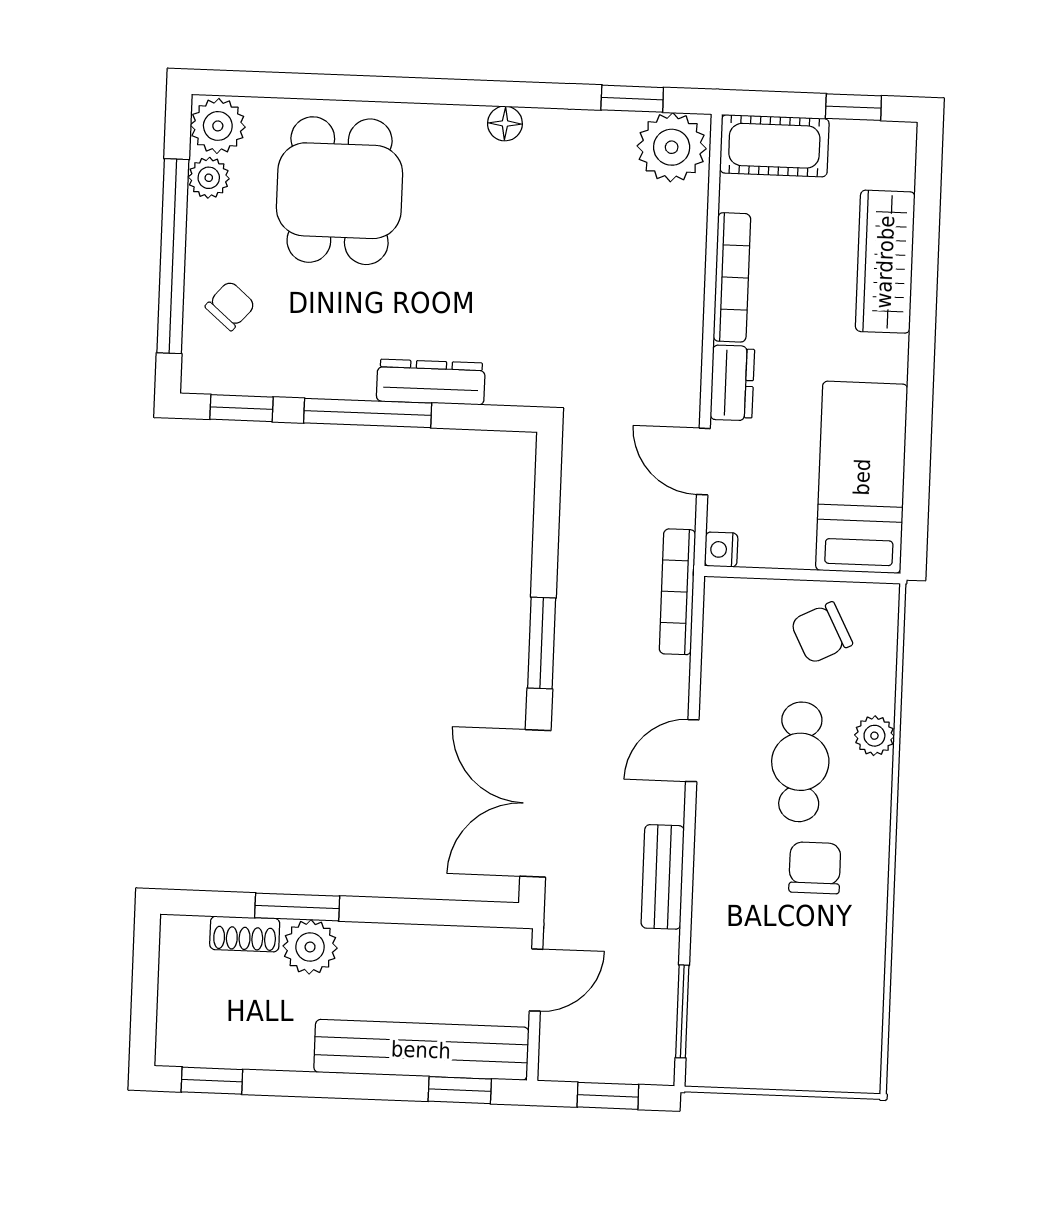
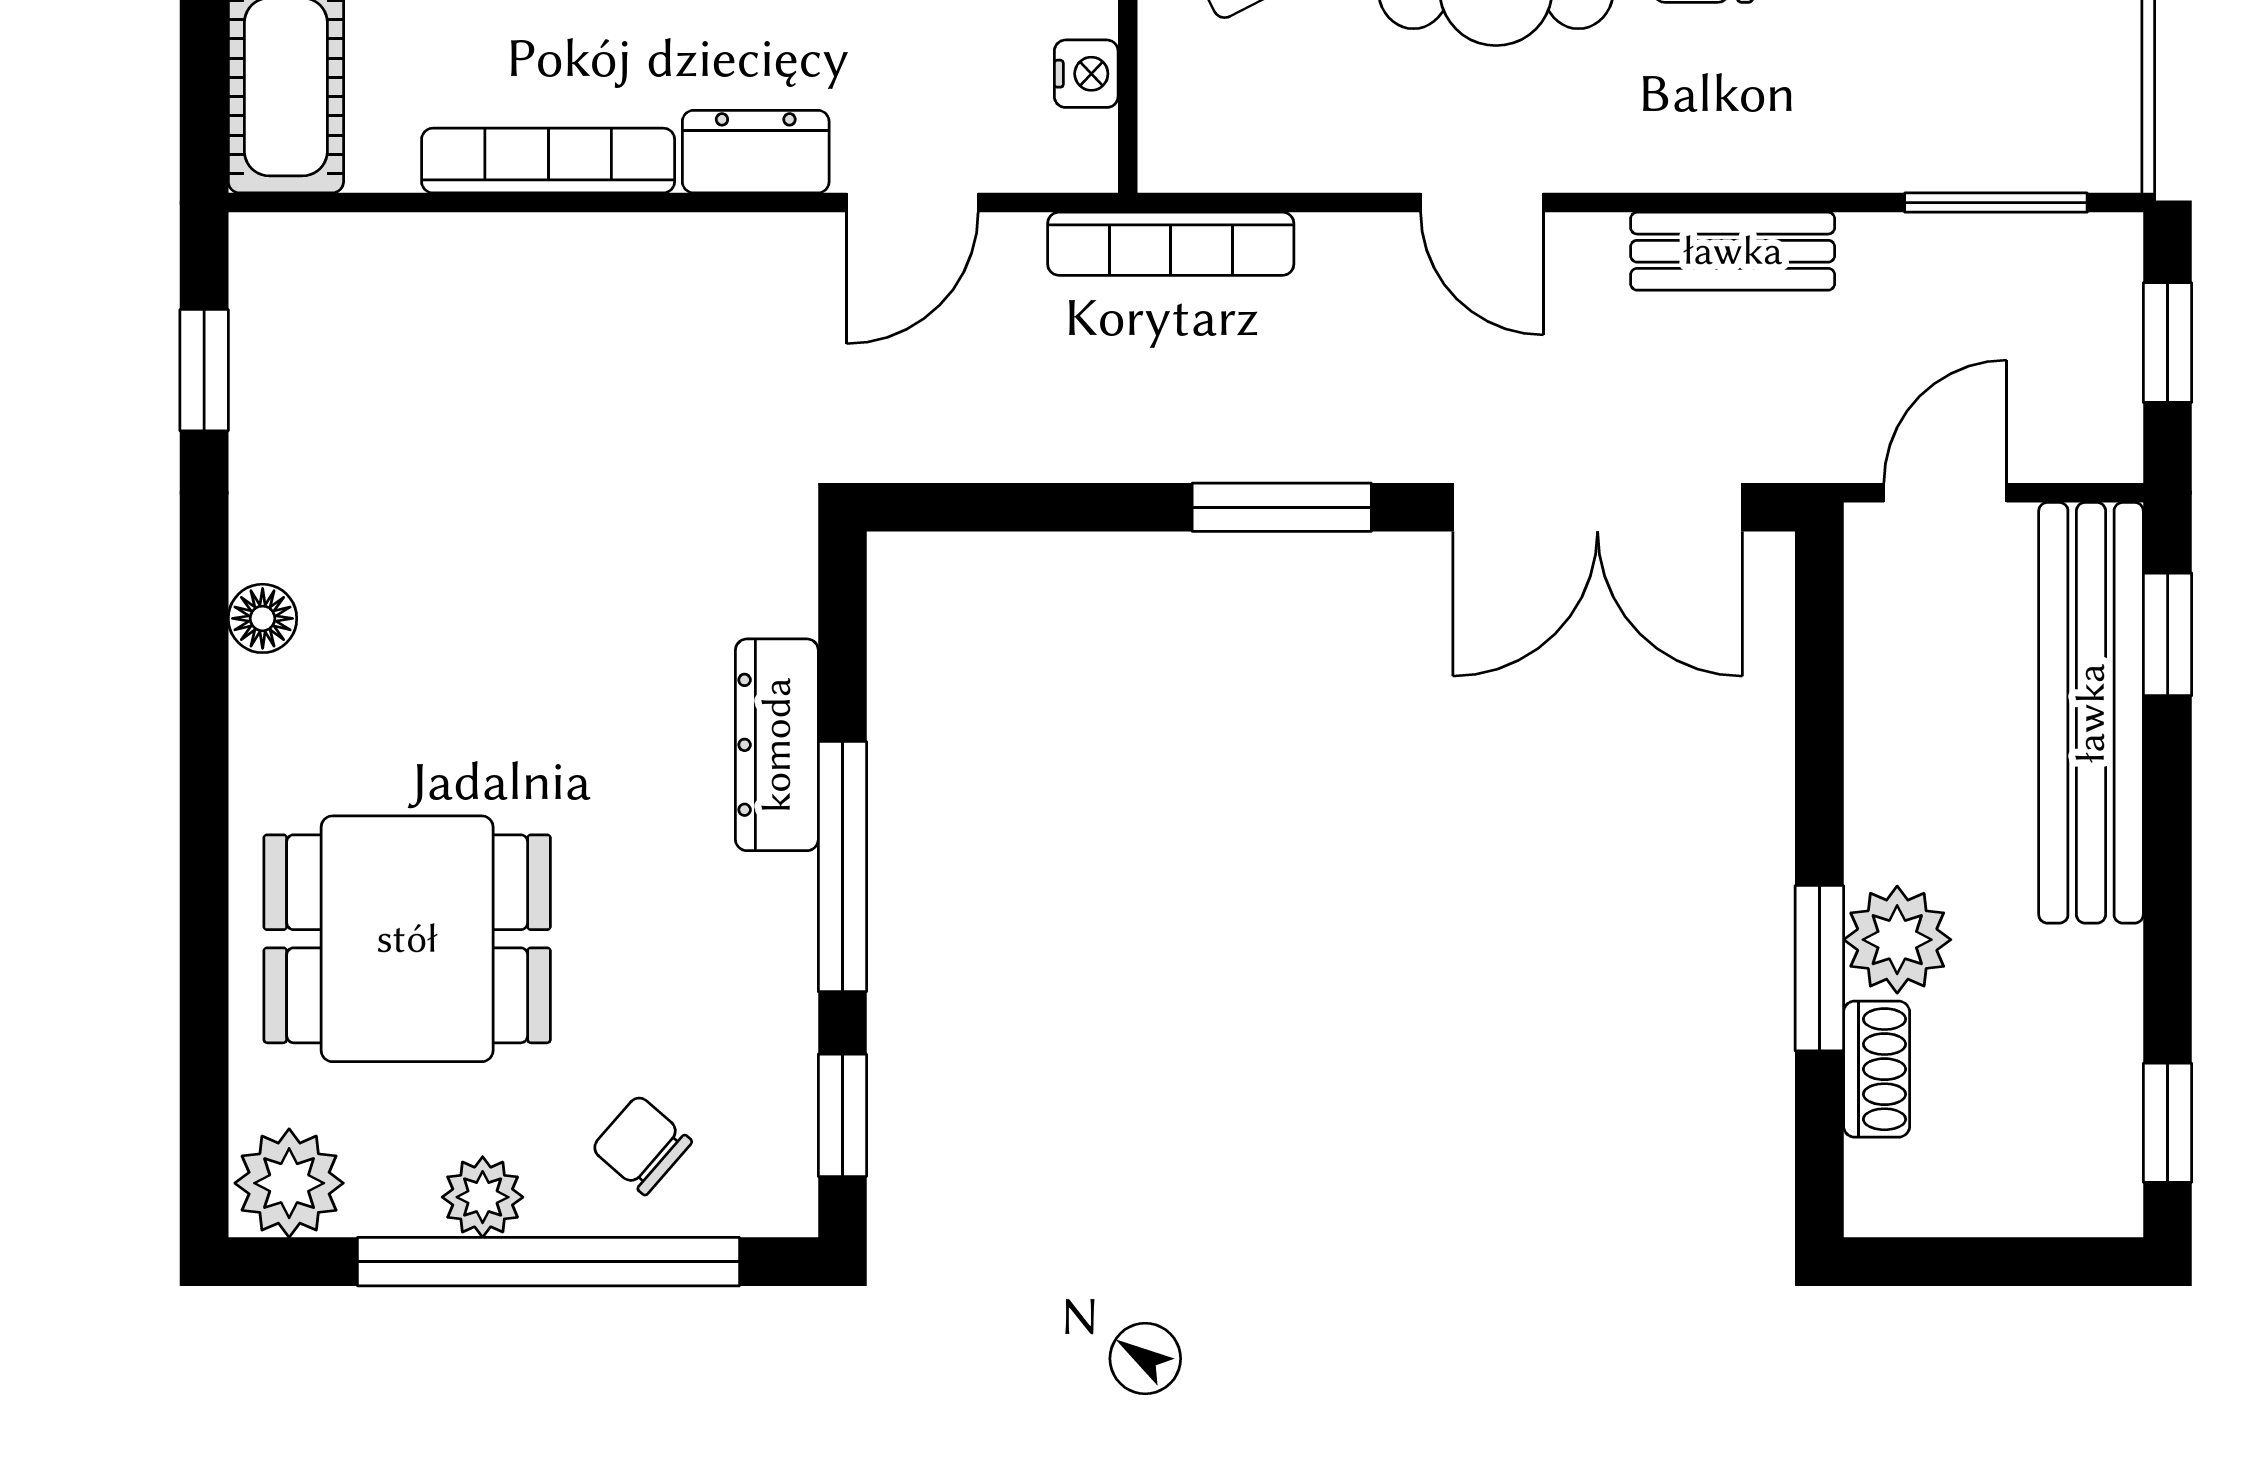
plant: (672, 147) -> (297, 289), removed
plant: (209, 178) -> (483, 1197), moved
nightstand: (721, 550) -> (1086, 74), moved, turned -90
door: (536, 980) -> (1945, 493), hinge flipped

